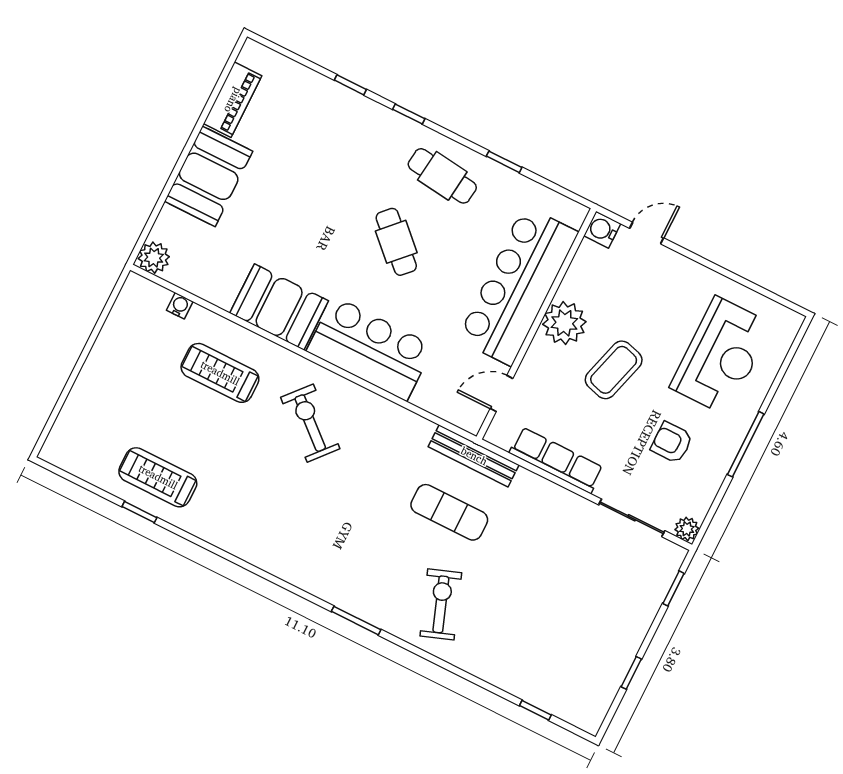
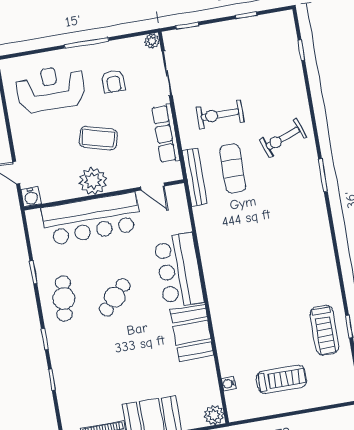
treadmill: (220, 373) -> (281, 379), moved, turned -90
exercise bike: (310, 423) -> (220, 115), moved, turned 49

